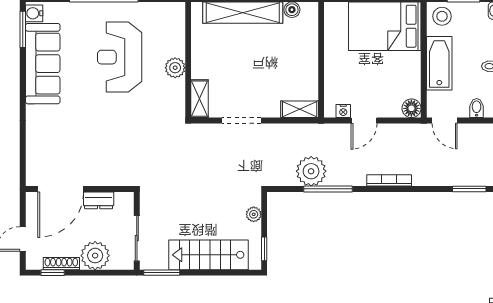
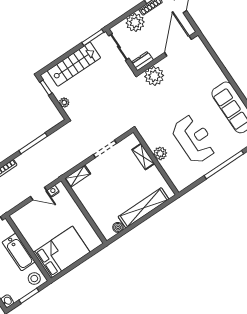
shelving: (200, 99) -> (143, 157), moved
floor lamp: (411, 108) -> (17, 218), removed
door: (364, 121) -> (39, 194), swing flipped
plant: (311, 171) -> (154, 76), moved
dresser: (99, 200) -> (142, 61), moved

